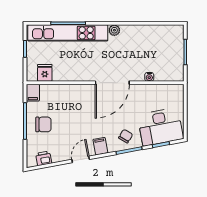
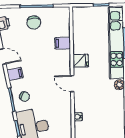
fridge: (45, 73) -> (81, 61), moved
door: (112, 83) -> (72, 84), width x0.53
filing cabinet: (33, 93) -> (63, 43), moved

